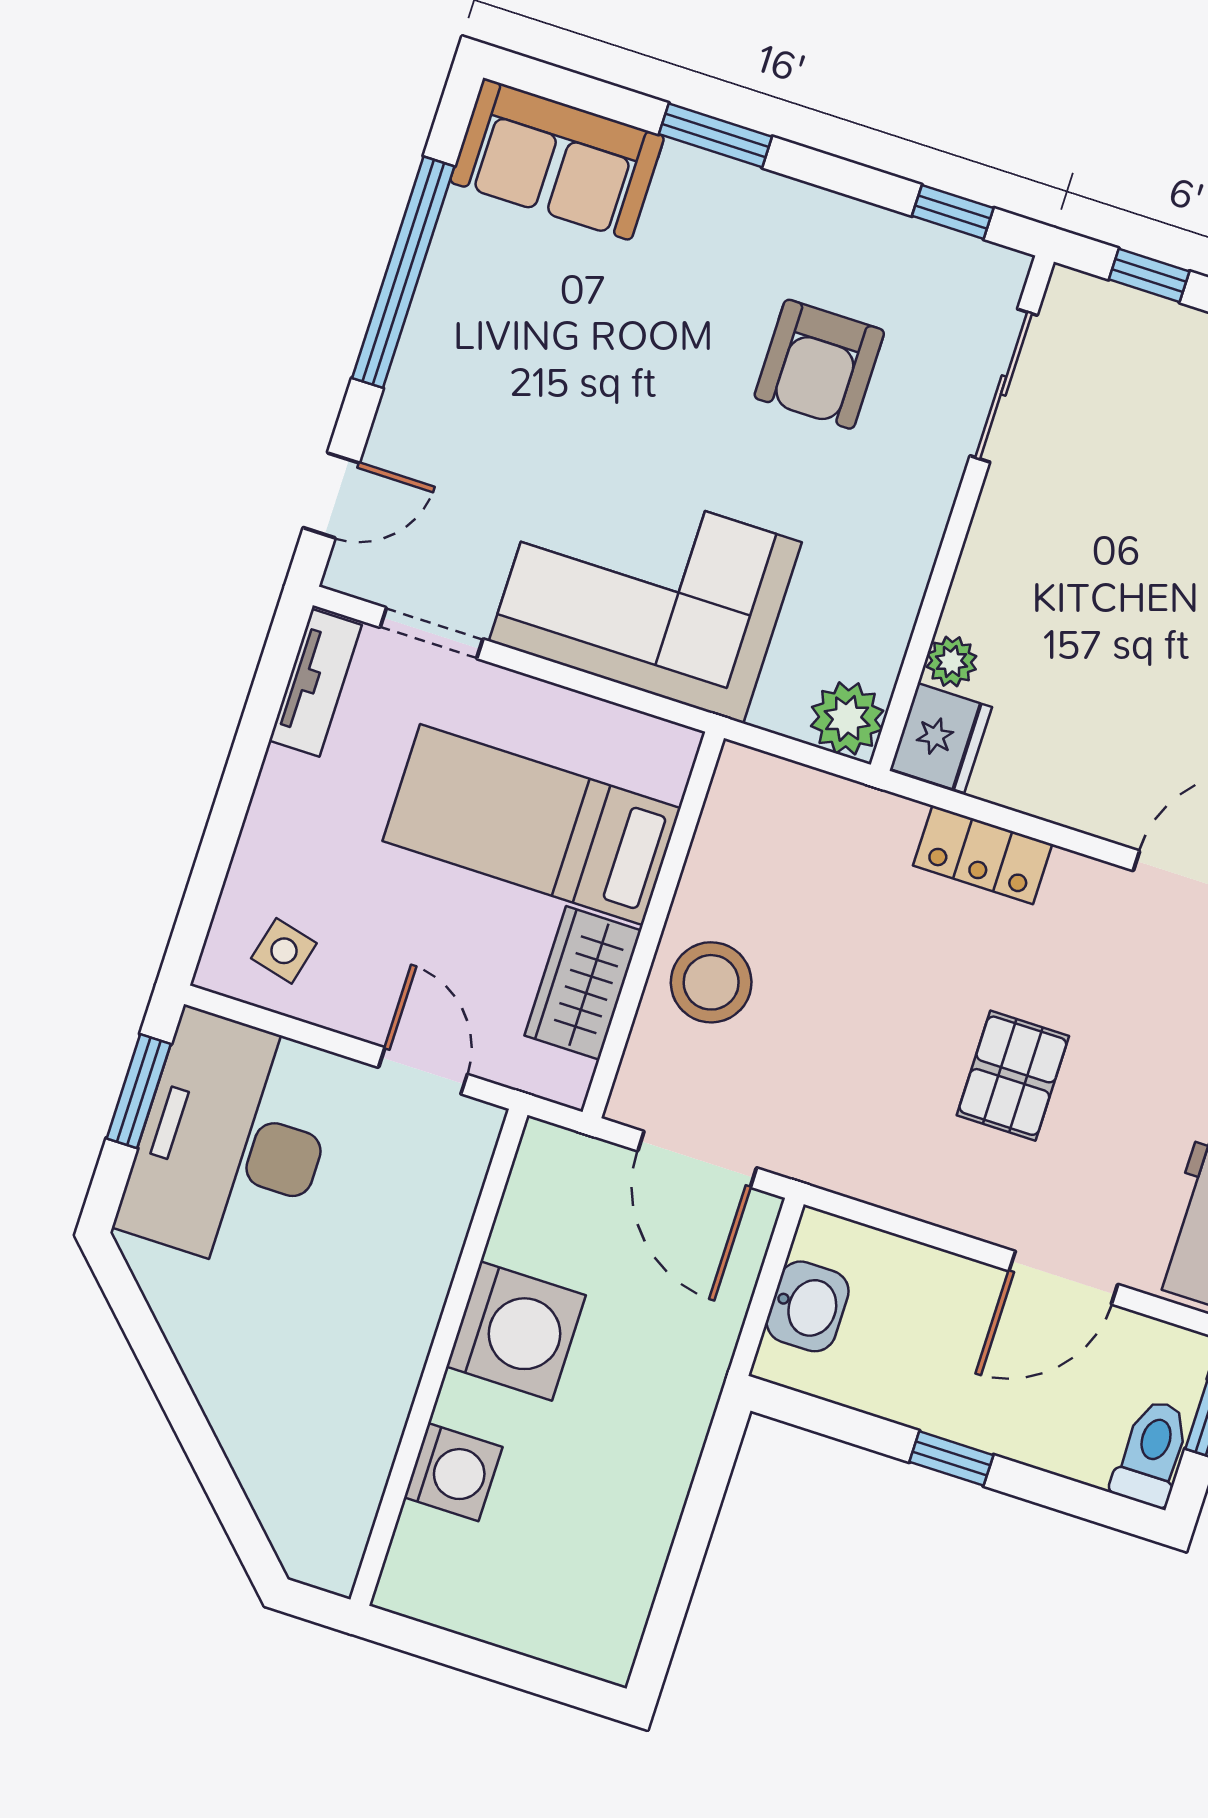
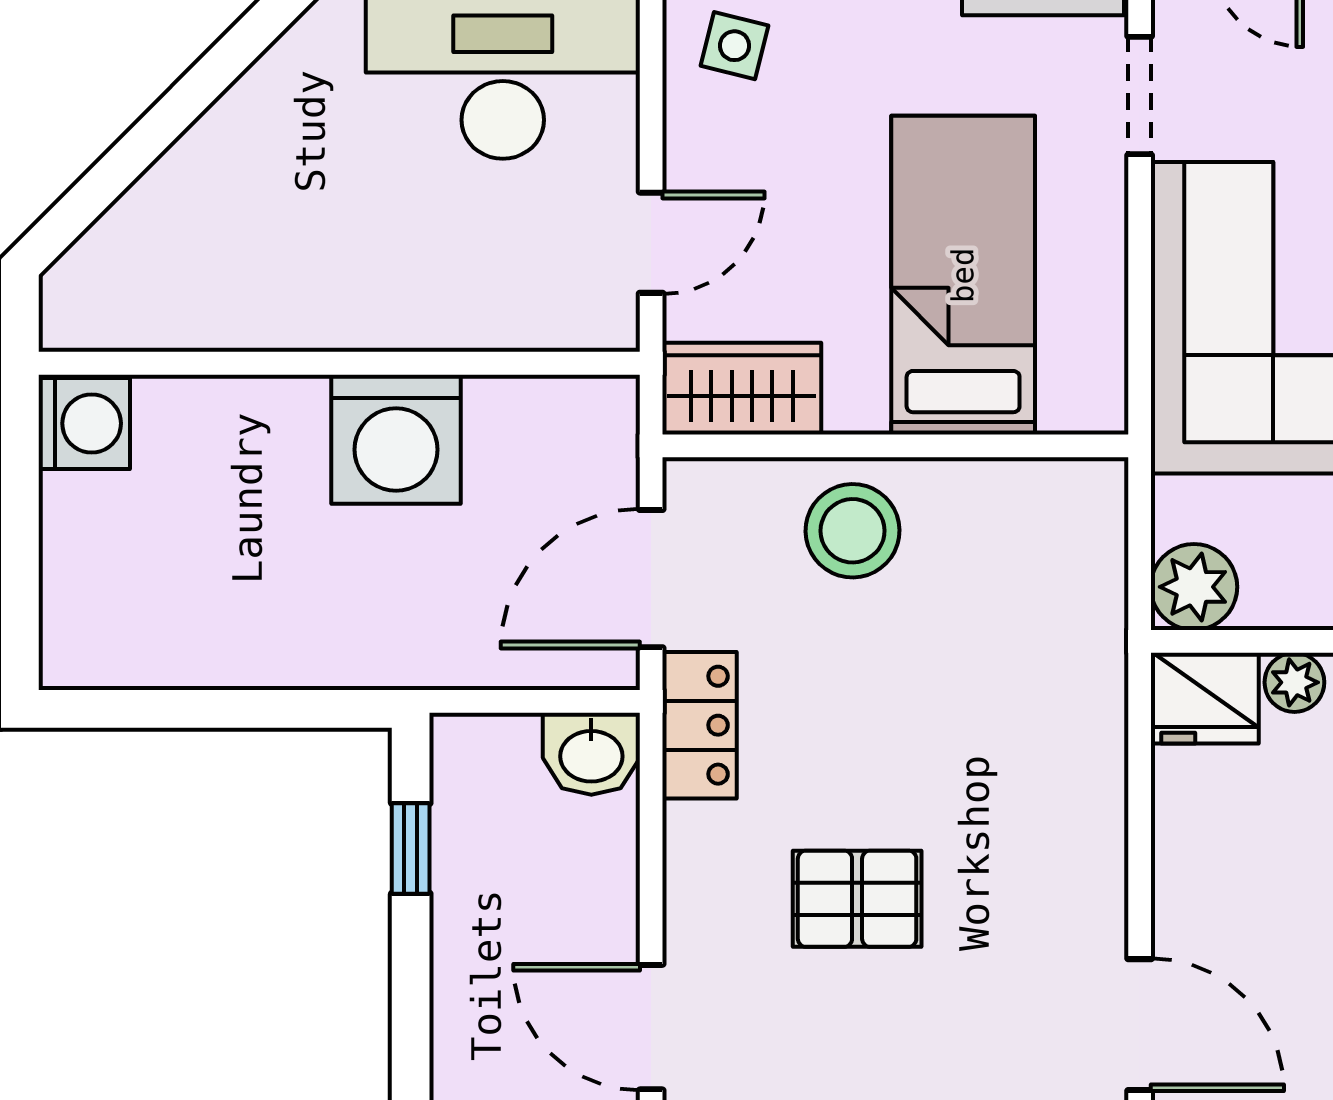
locker: (983, 855) -> (700, 725), moved, turned 180
wardrobe: (583, 983) -> (742, 389), moved
washbasin: (808, 1306) -> (591, 754), moved
window: (951, 1458) -> (411, 848), moved
washing machine: (453, 1472) -> (84, 423), moved, turned -90

